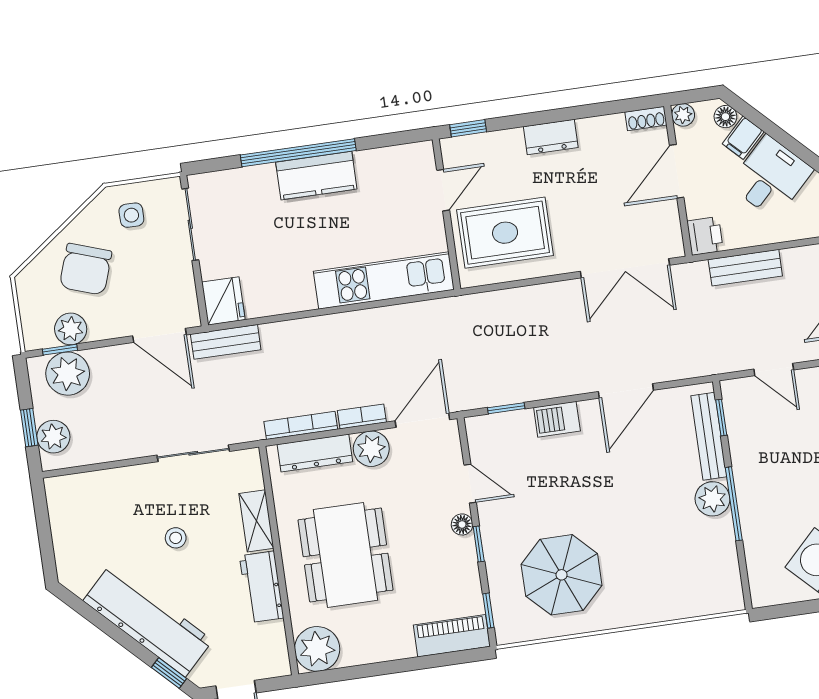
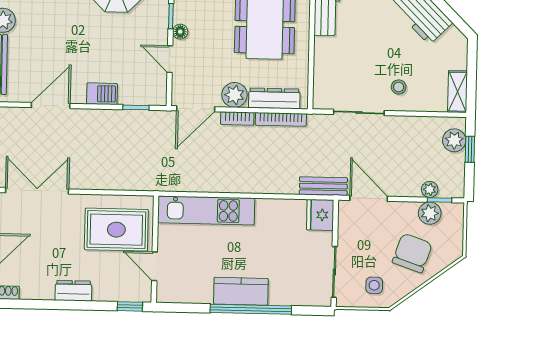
door: (443, 190) -> (154, 266), hinge flipped
plant: (68, 374) -> (430, 189), width x0.53, depth x0.53
shelving: (256, 521) -> (458, 92), moved
stool: (176, 538) -> (399, 87), moved

